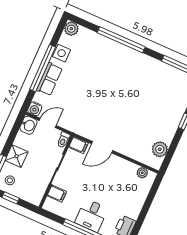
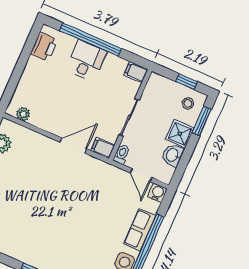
door: (48, 123) -> (141, 175), hinge flipped
washbasin: (28, 125) -> (173, 155), moved
filing cabinet: (57, 194) -> (136, 72), moved

